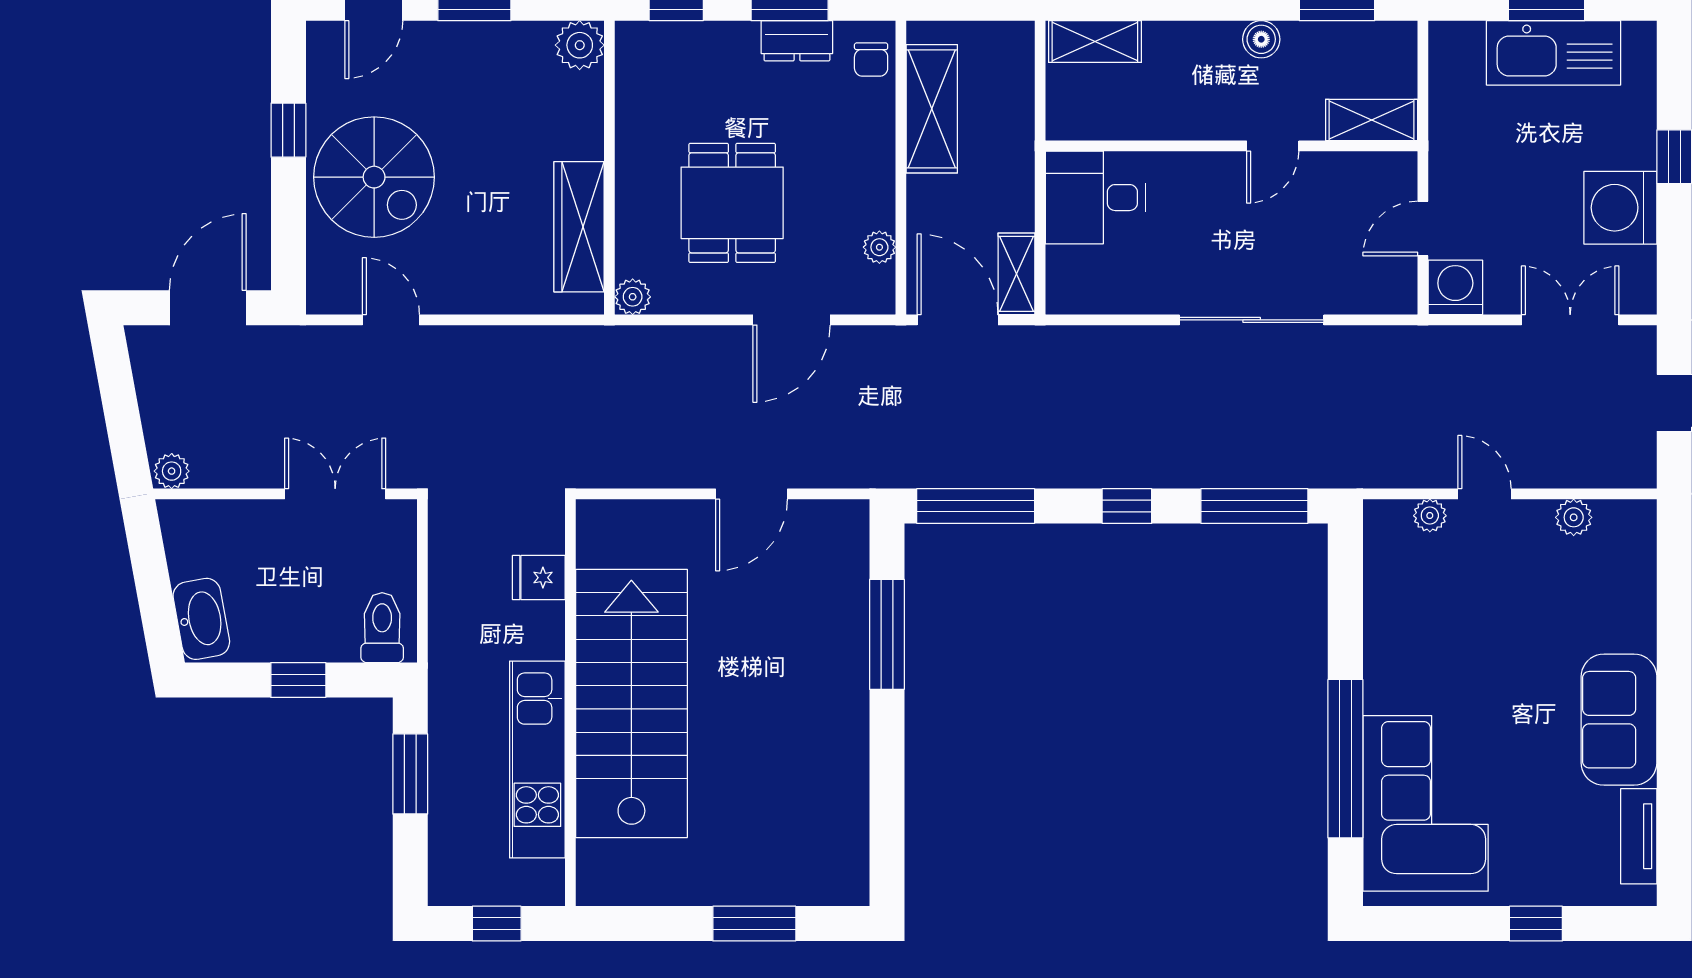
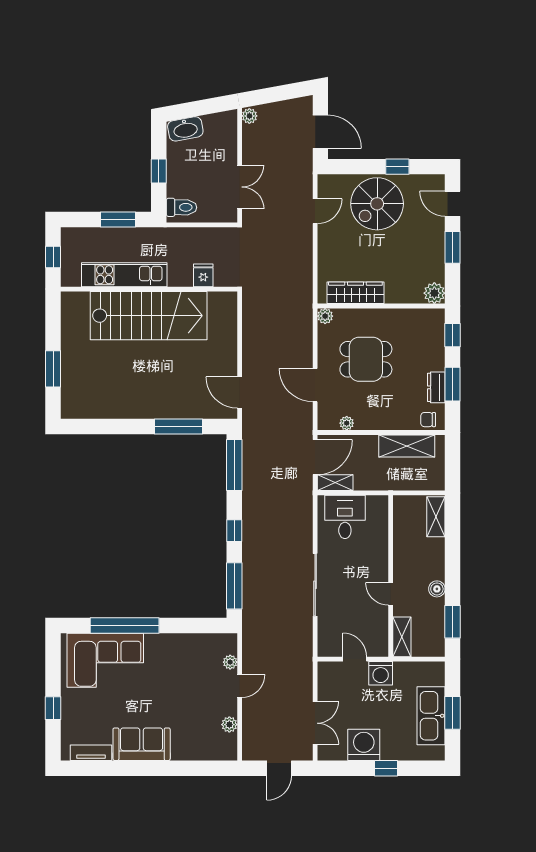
desk: (1095, 198) -> (345, 517), moved
washing machine: (1455, 287) -> (381, 673), moved, turned 90
door: (752, 494) -> (240, 393), moved

